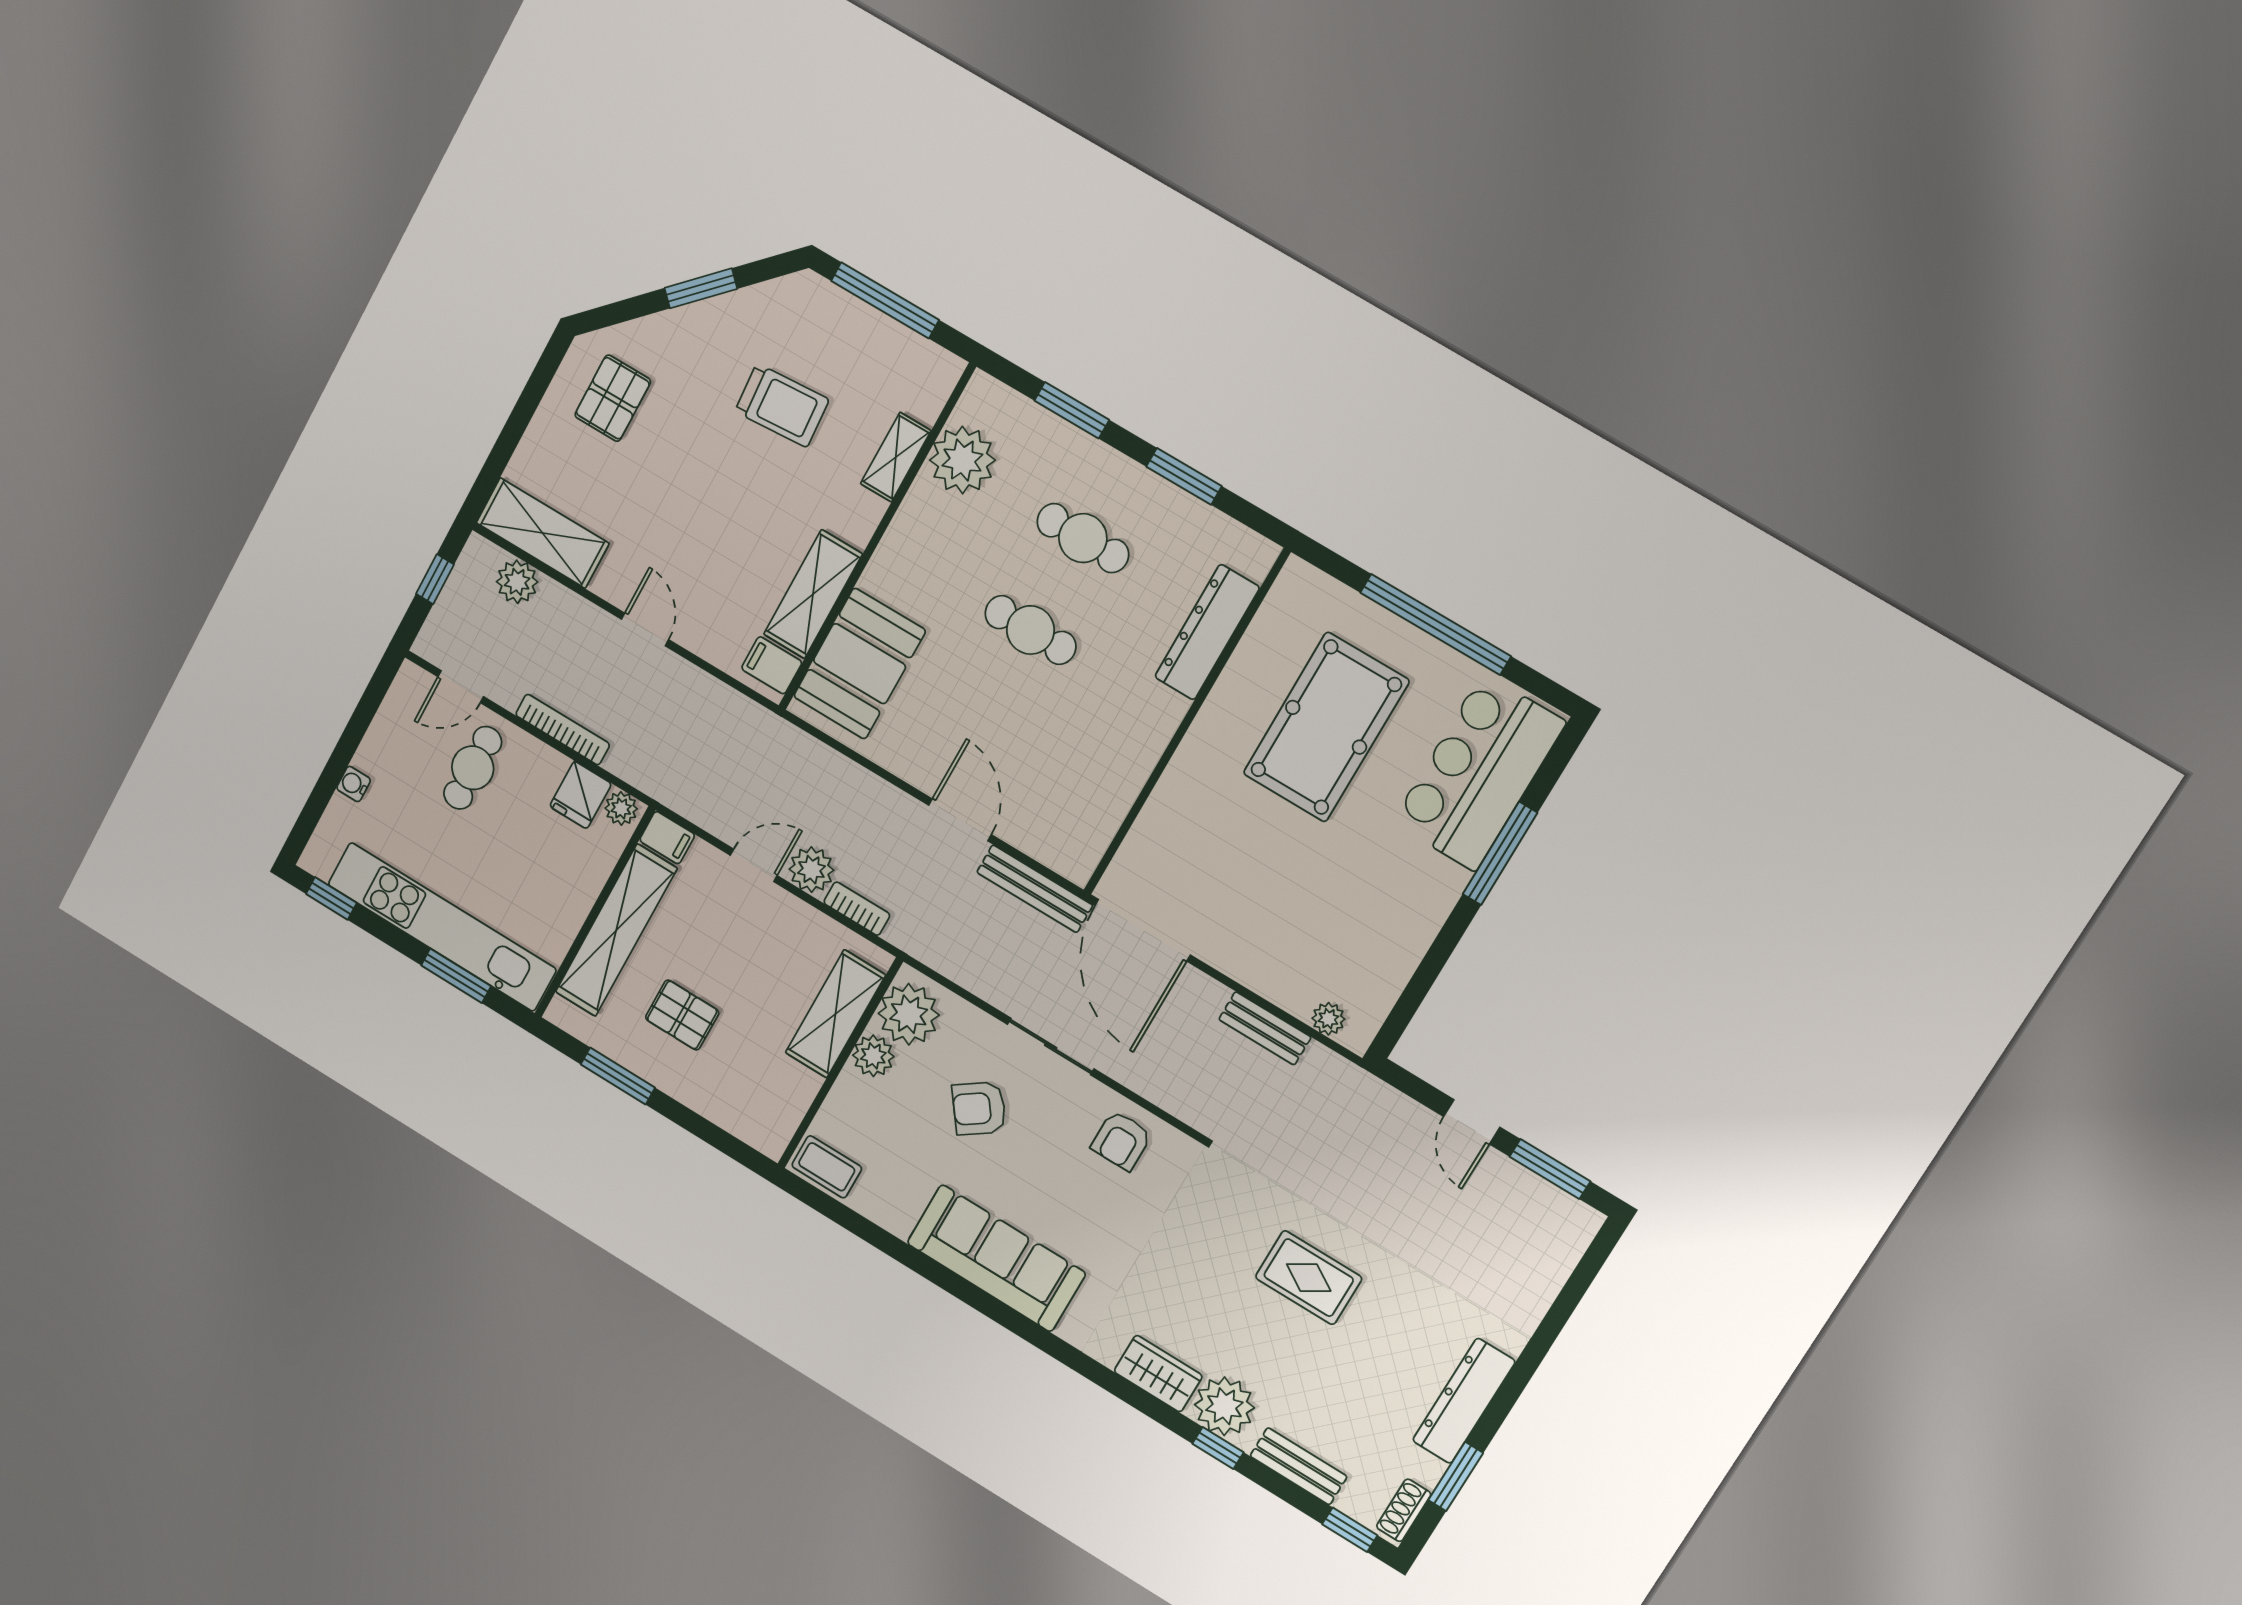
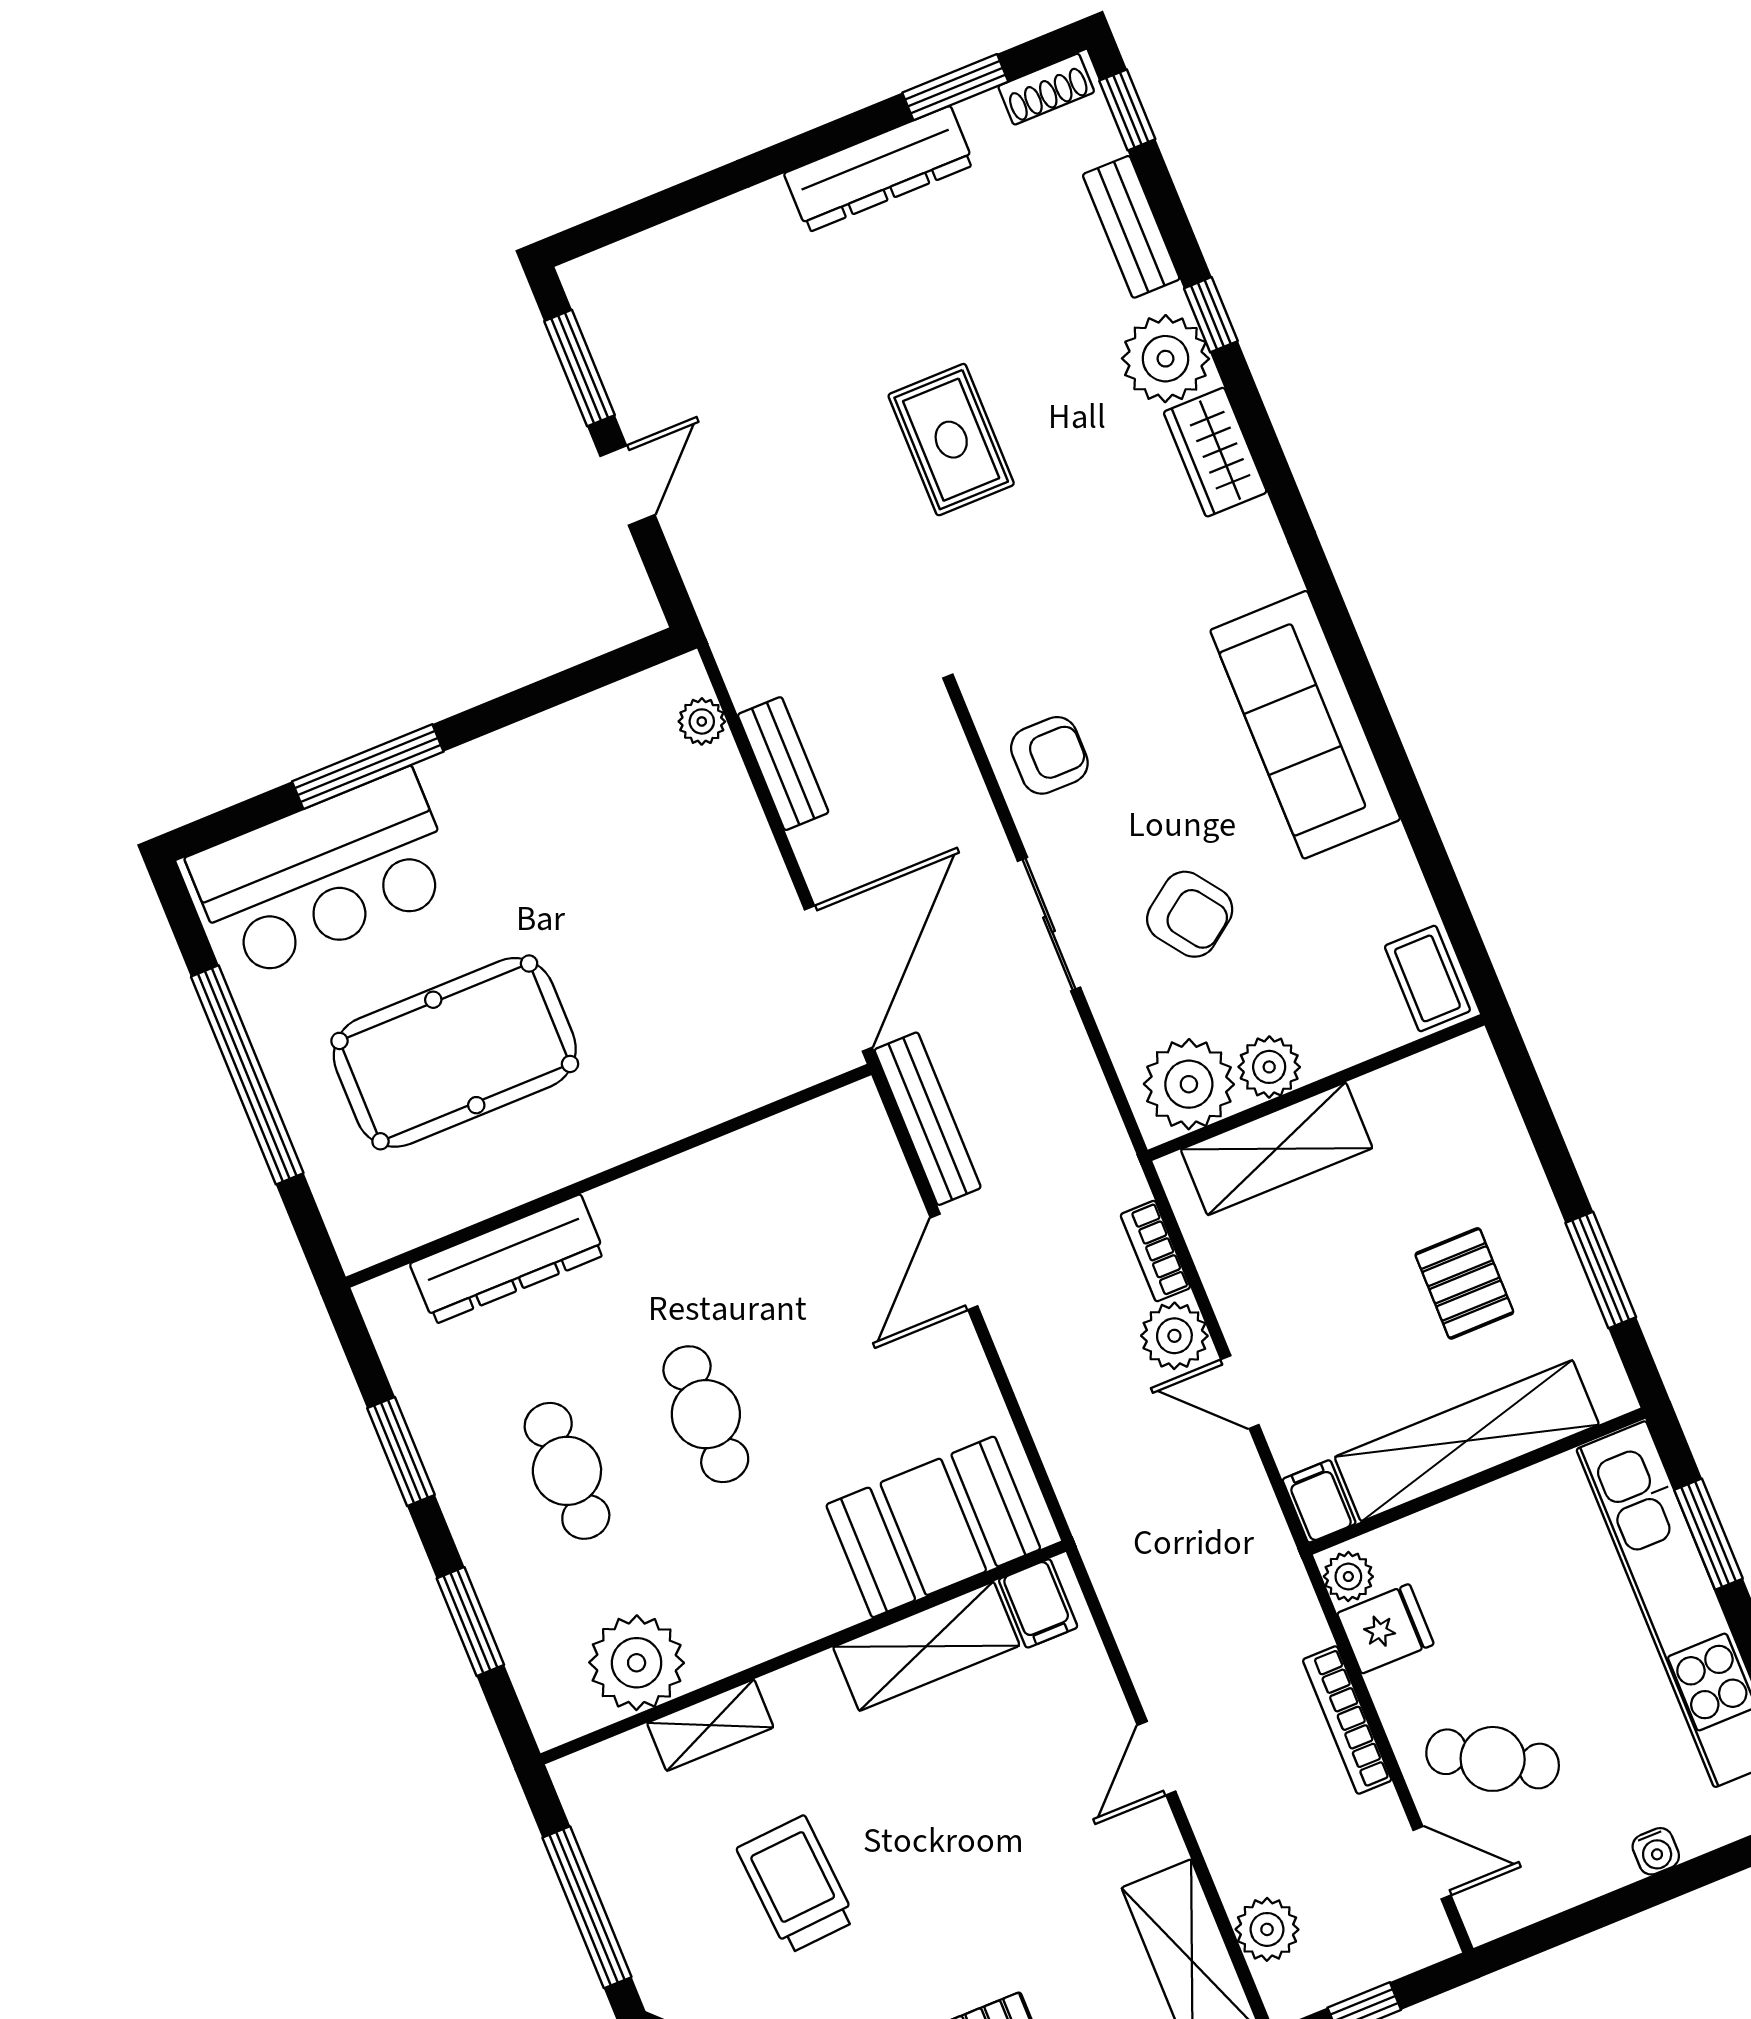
cafe table: (473, 768) -> (1493, 1759), turned 31

